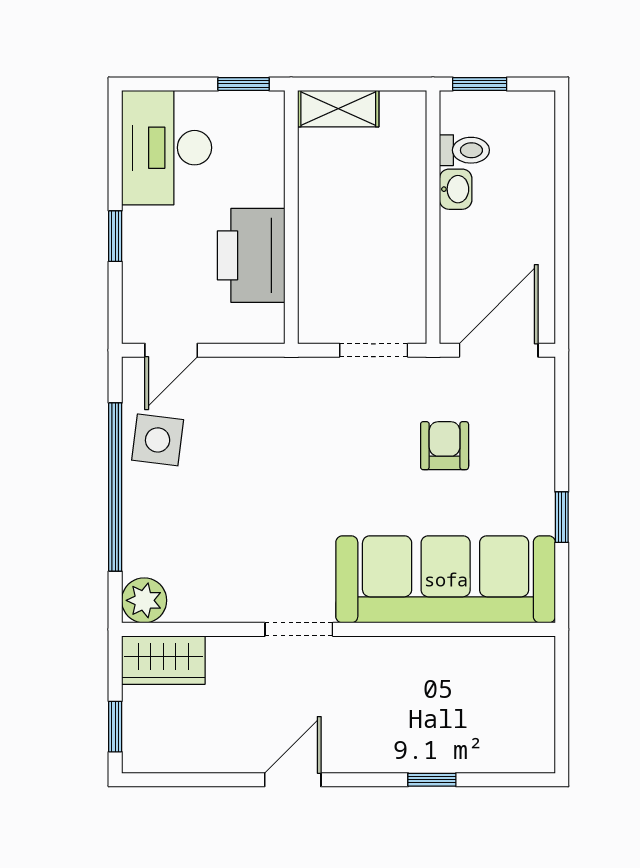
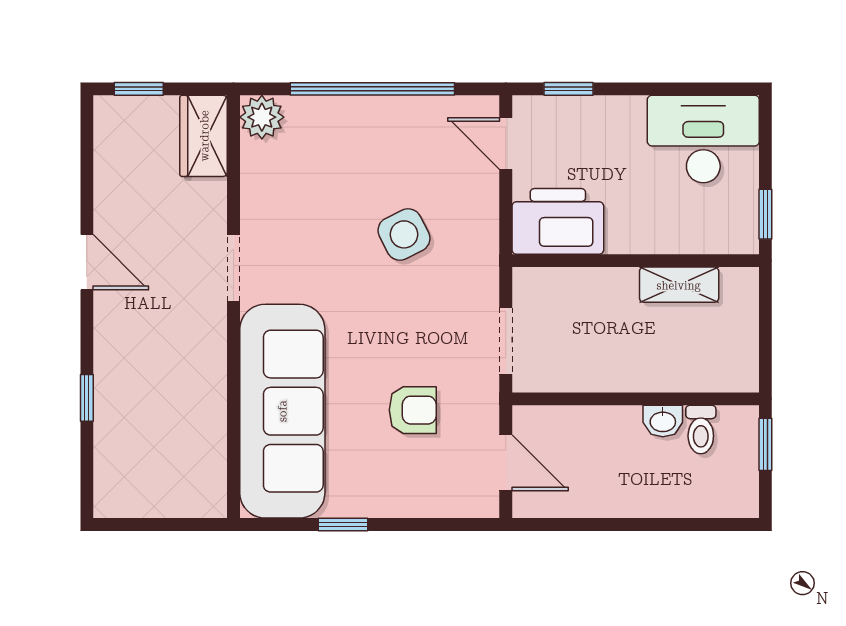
shelving: (338, 109) -> (679, 285), moved, turned 90
window: (115, 236) -> (569, 89), moved
printer: (251, 255) -> (558, 221), moved
door: (499, 350) -> (506, 463), width x0.73
side table: (158, 440) -> (404, 234), moved, turned -34

